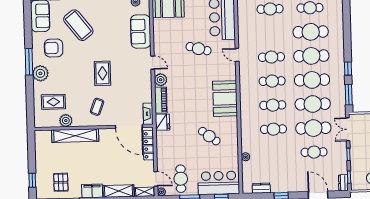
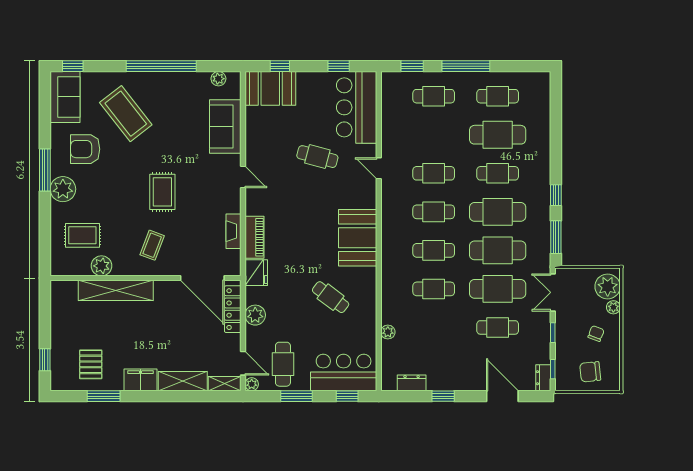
cafe table: (311, 56) -> (498, 173), width x0.73, depth x0.74
plant: (161, 80) -> (255, 315), moved
fireplace: (148, 114) -> (233, 231), moved

